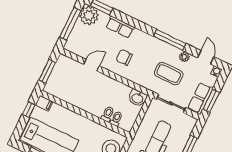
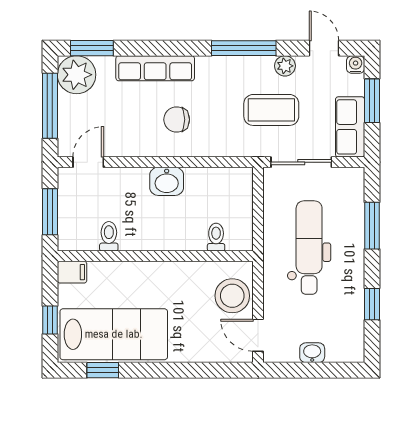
row of seats: (120, 27) -> (155, 68), width x1.48
door: (91, 65) -> (88, 162), moved
washbasin: (137, 98) -> (167, 181), moved
window: (211, 101) -> (372, 101), moved
window: (29, 110) -> (50, 320), moved
toilet: (108, 114) -> (109, 236), moved

